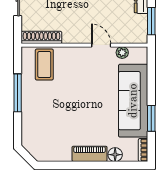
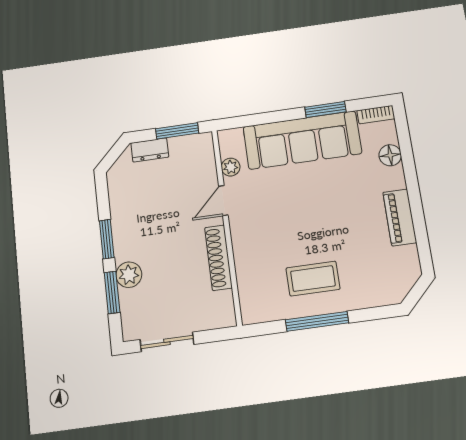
shoe rack: (41, 37) -> (218, 258), moved
coffee table: (44, 65) -> (313, 279), moved
piano: (90, 154) -> (400, 217), moved

